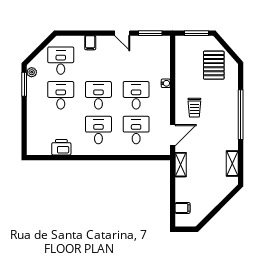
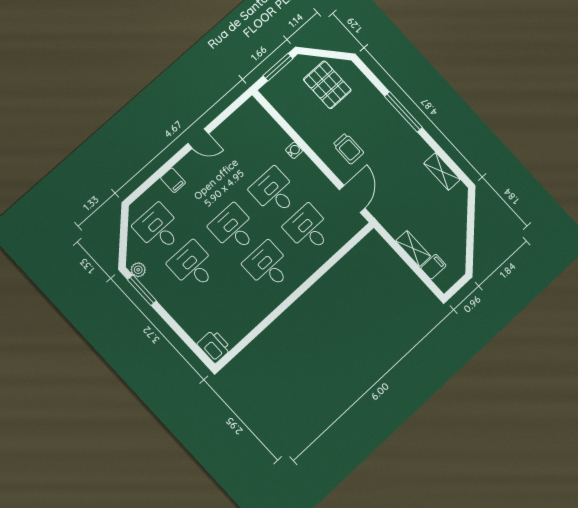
window: (150, 33) -> (228, 111), removed
window: (241, 115) -> (403, 112), width x0.68
printer: (61, 147) -> (214, 346), moved, turned 90
shelving: (181, 165) -> (413, 249), moved

